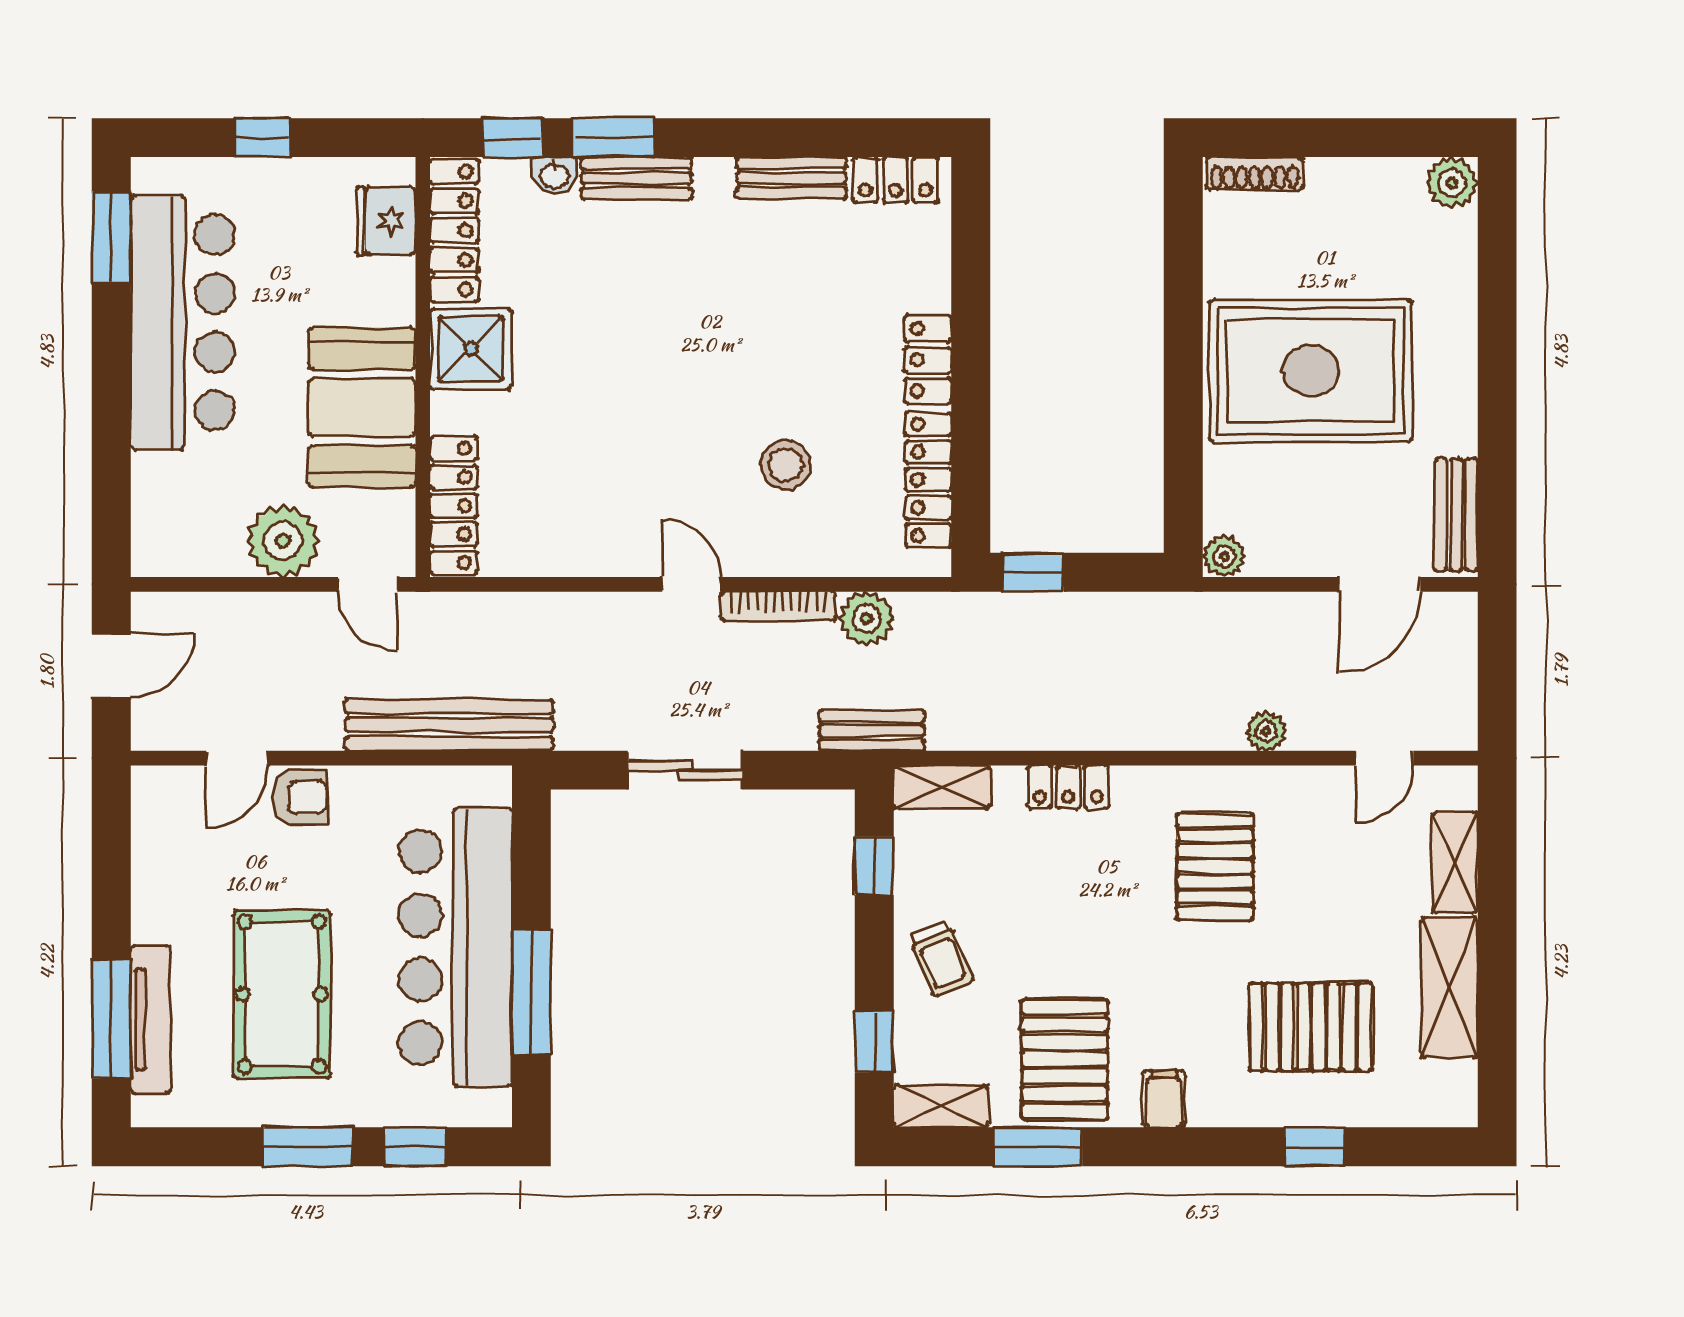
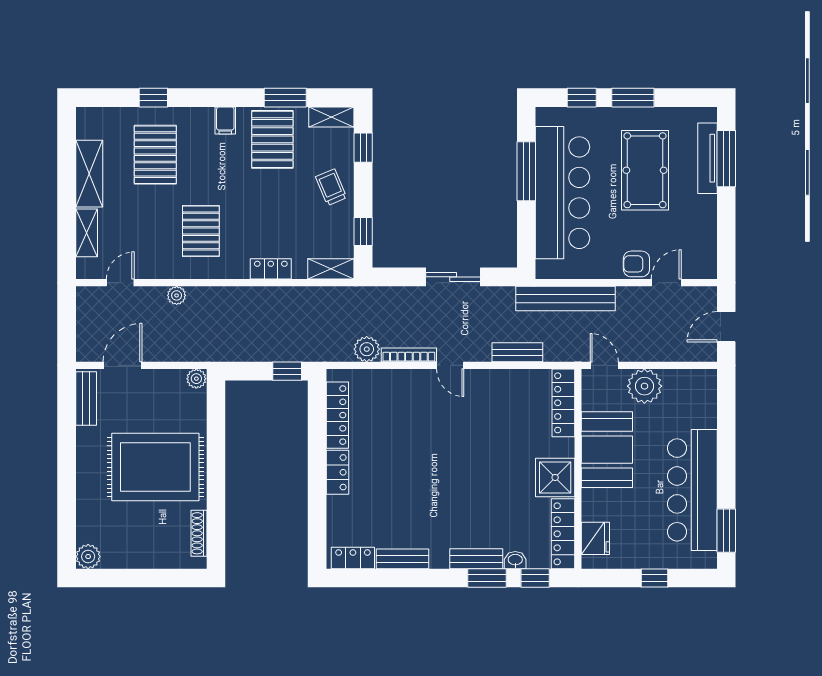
shoe rack: (1255, 173) -> (199, 533), moved, turned -90
stool: (786, 465) -> (405, 422), removed
bench: (872, 731) -> (517, 352), moved
pallet: (1311, 1027) -> (155, 155), turned 90

